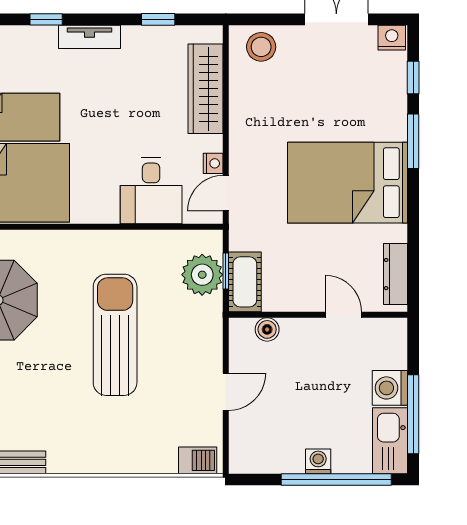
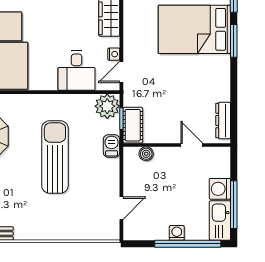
bed: (348, 183) -> (194, 29), moved
plant: (202, 275) -> (107, 106), moved
door: (226, 392) -> (121, 208), moved
barbecue: (198, 460) -> (112, 146), moved, turned -90

